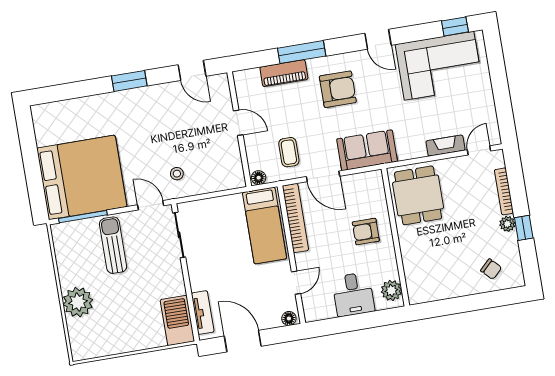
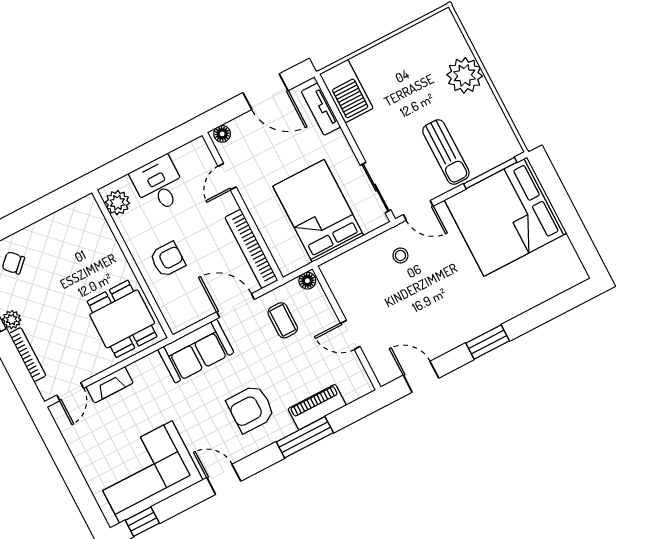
bed: (265, 226) -> (318, 211), moved, width x1.50

